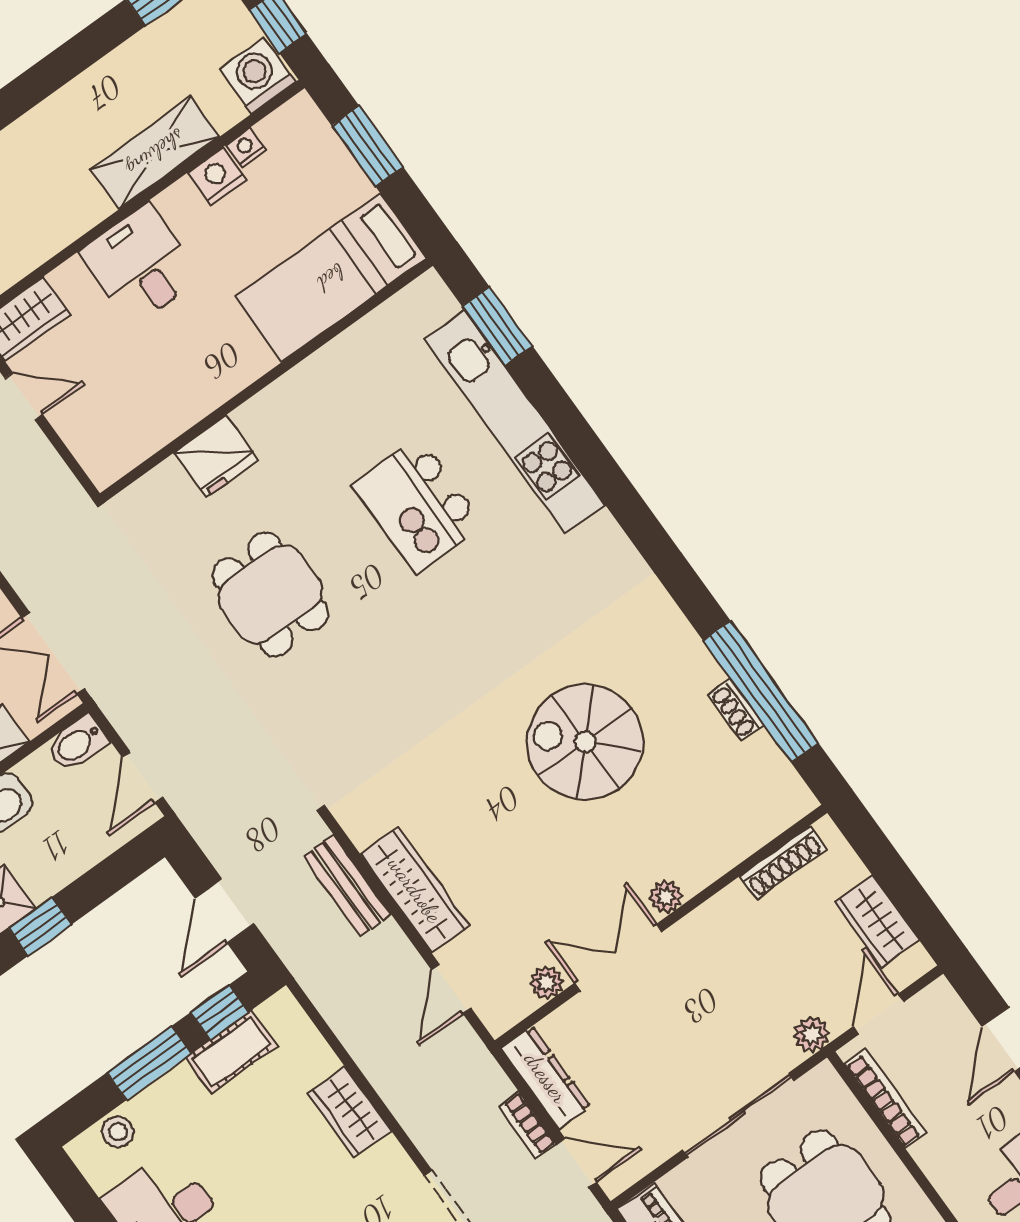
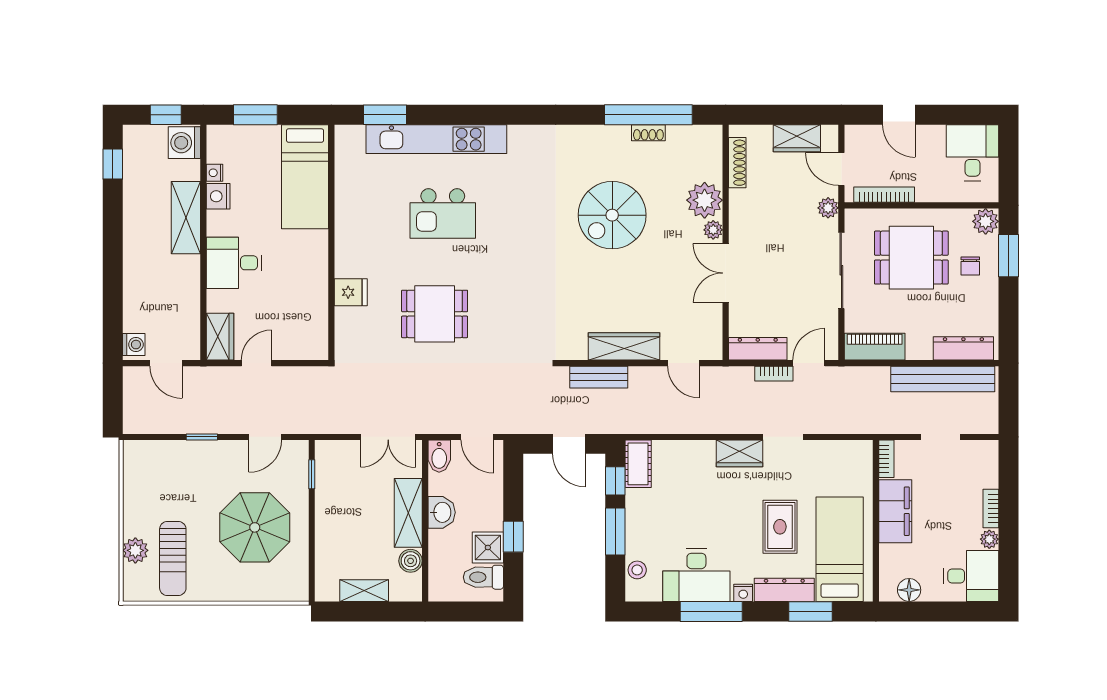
fridge: (216, 456) -> (351, 292), width x0.72
plant: (547, 982) -> (705, 200), moved, width x1.87, depth x1.87
cot: (231, 1052) -> (638, 464), moved
wardrobe: (349, 1112) -> (739, 453), moved

